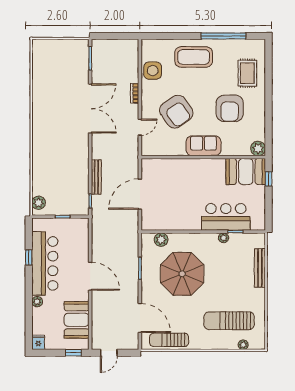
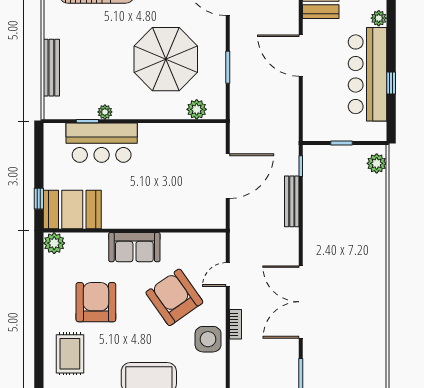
side table: (153, 71) -> (208, 339), moved

